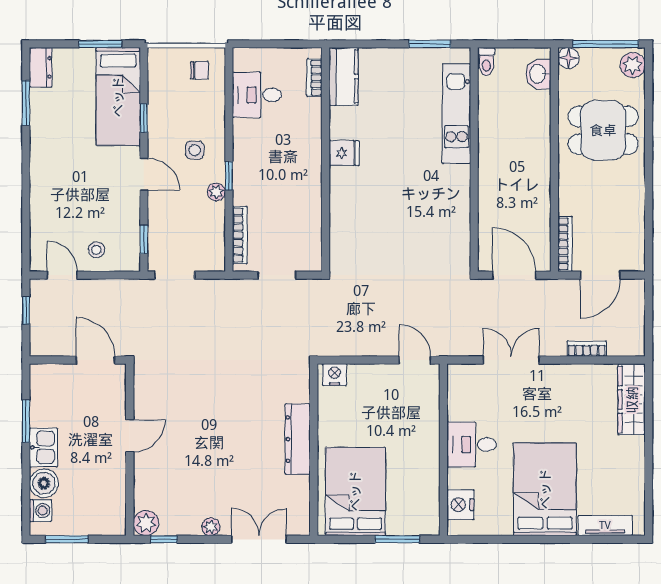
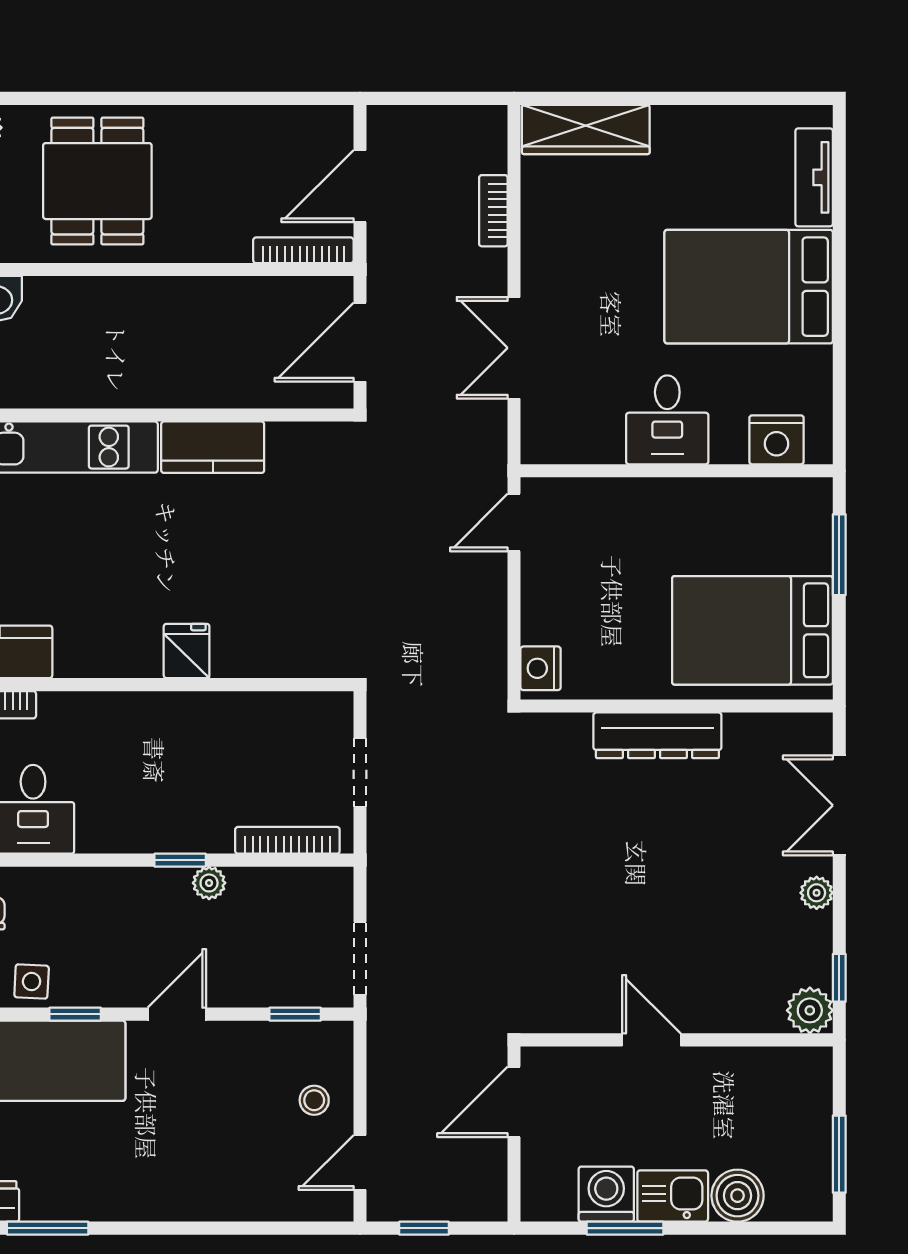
side table: (195, 150) -> (32, 981), moved
fridge: (344, 153) -> (187, 651), moved
kitchen counter: (456, 194) -> (213, 447), added
door: (600, 275) -> (360, 186), swing flipped
washing machine: (41, 511) -> (606, 1194), moved, width x1.38, depth x1.38

